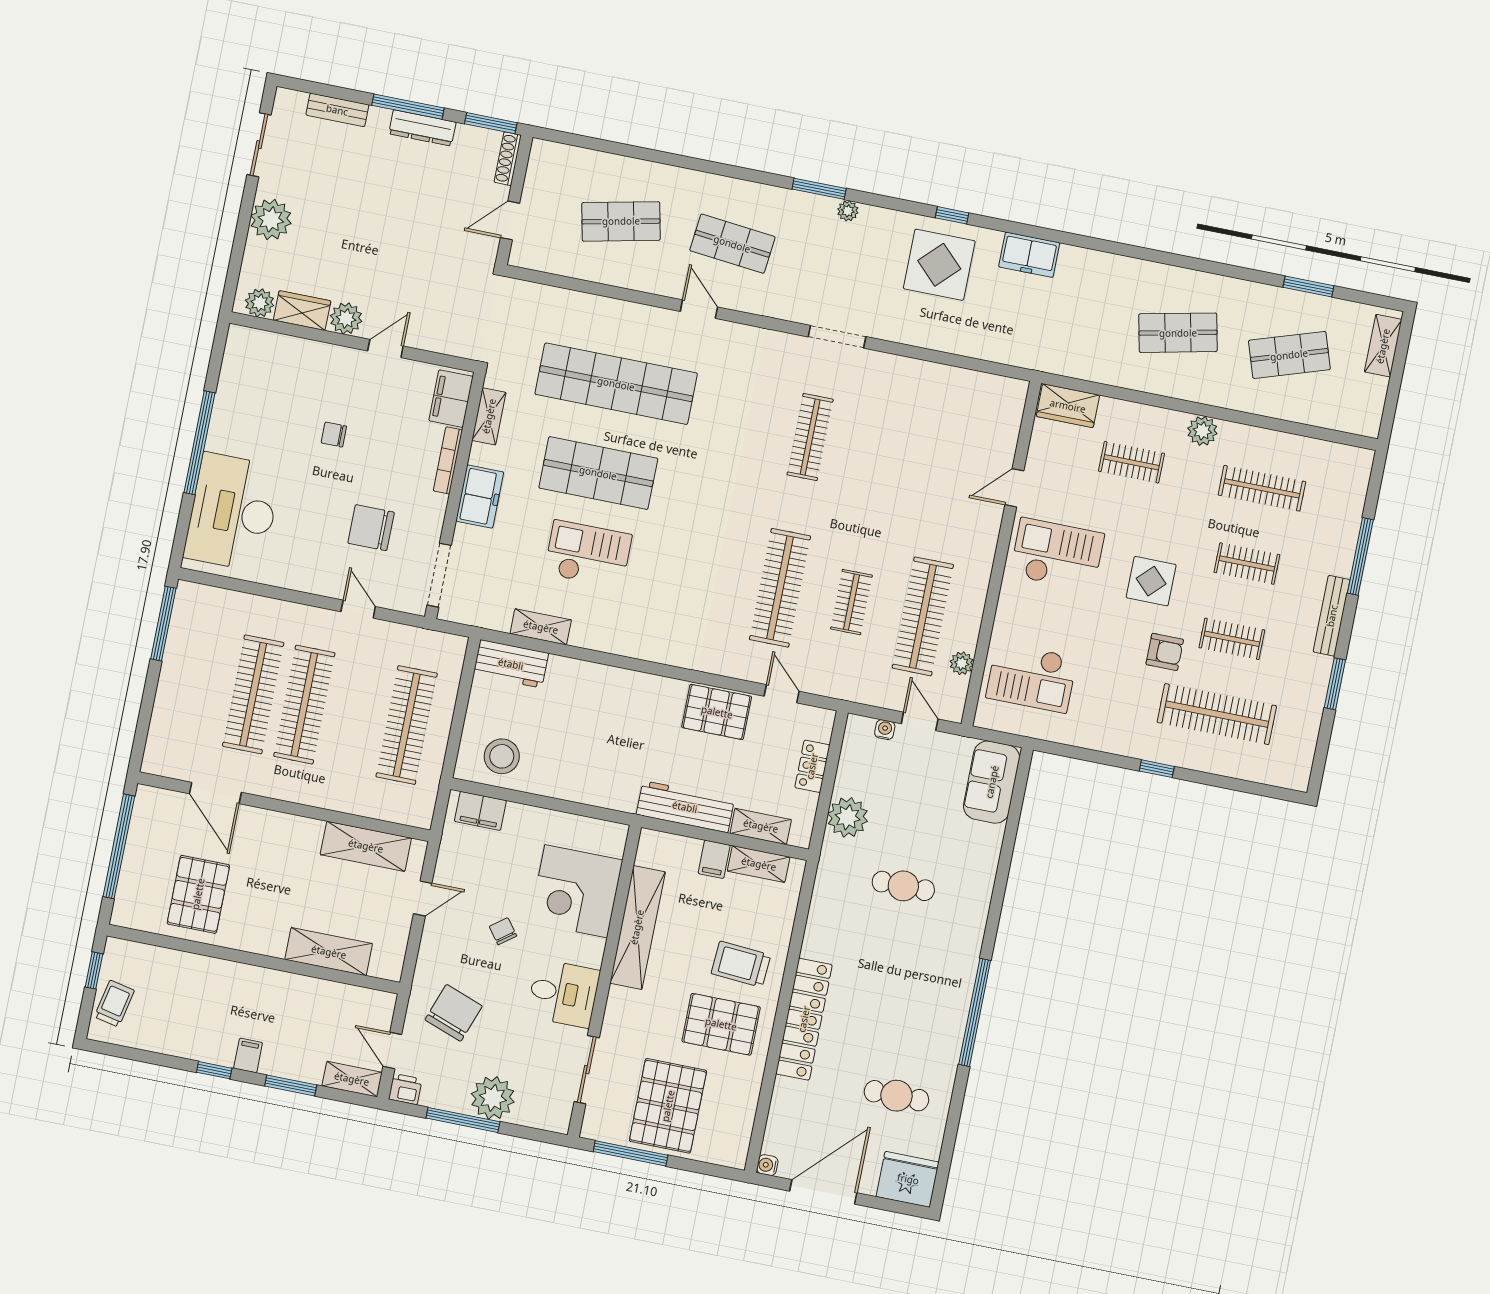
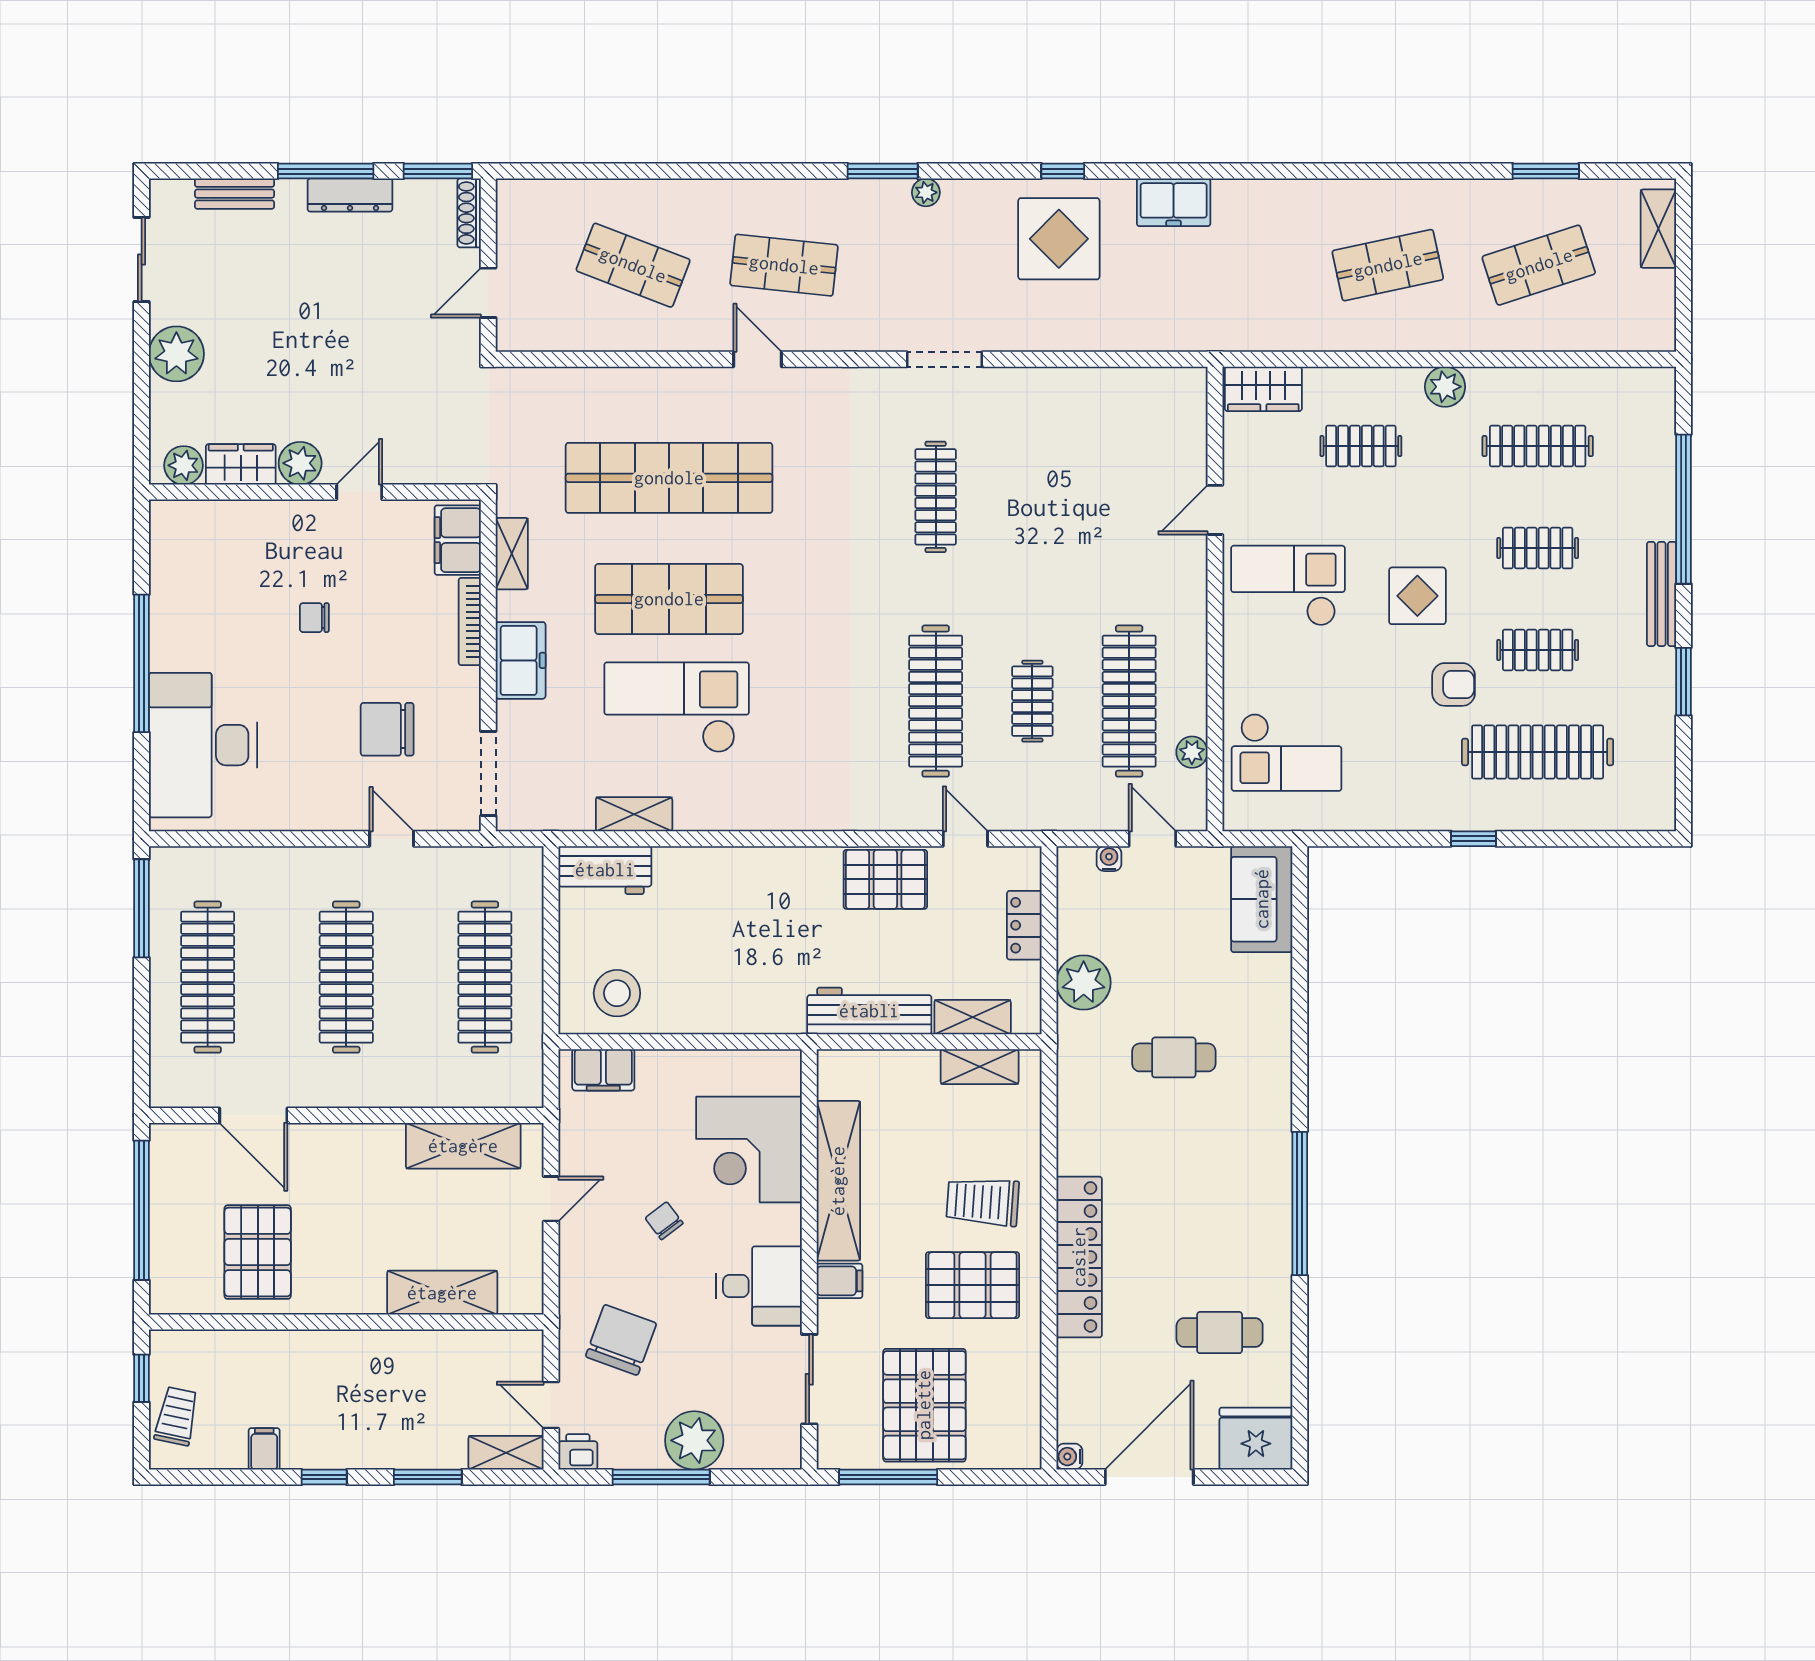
shop shelf: (621, 221) -> (633, 265), turned 33
checkout: (588, 554) -> (677, 707), width x1.36, depth x1.21
window: (1360, 556) -> (1683, 509), width x1.46
clothes rail: (253, 694) -> (208, 977), moved
filing cabinet: (714, 859) -> (840, 1281), moved, turned -90
filing cabinet: (248, 1055) -> (264, 1449), moved

